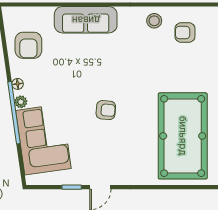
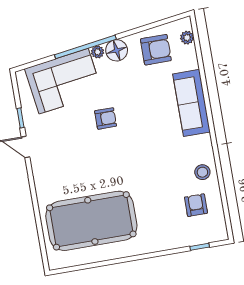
plant: (22, 13) -> (187, 38), added
armchair: (28, 45) -> (156, 50), turned 180
floor lamp: (18, 84) -> (117, 50), width x1.89, depth x1.89
armchair: (106, 110) -> (106, 118), moved, turned -95

